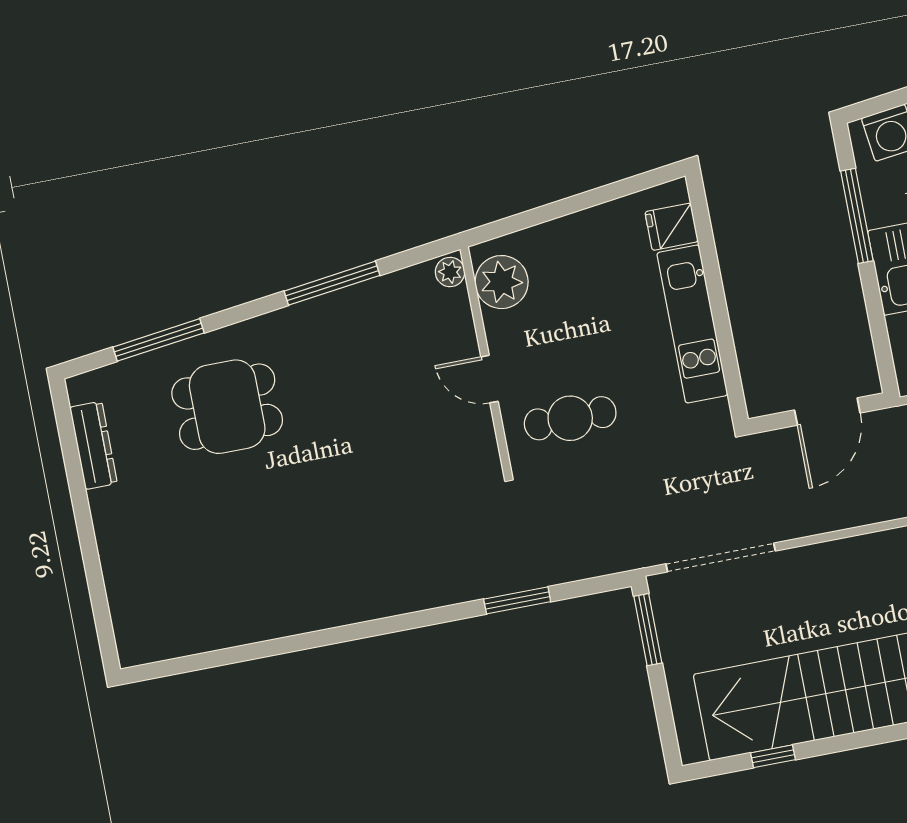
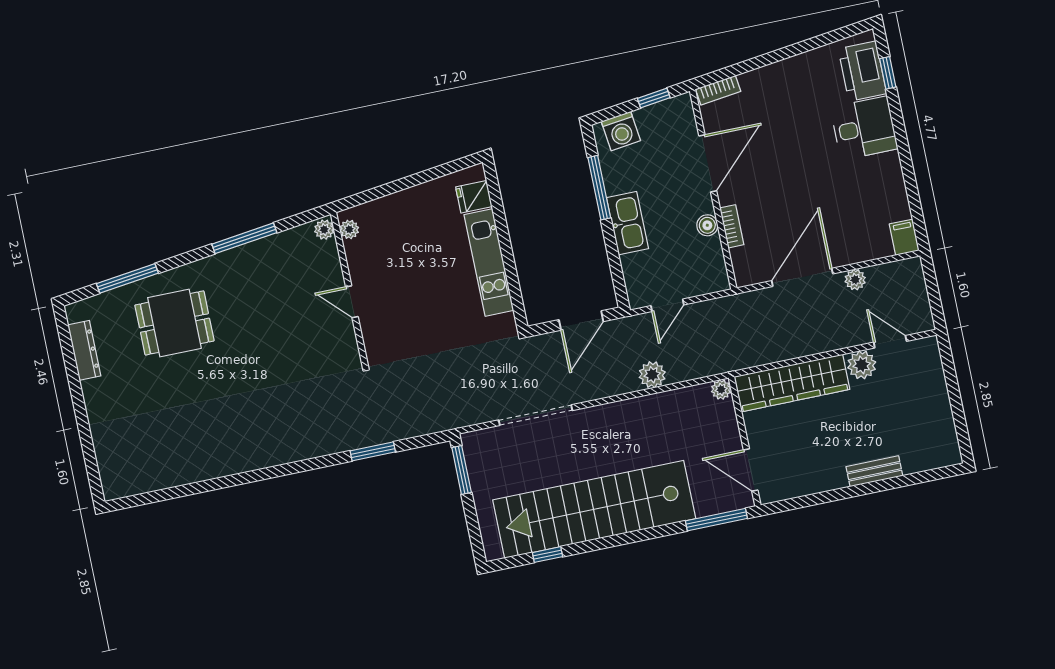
plant: (502, 282) -> (349, 229), width x0.53, depth x0.53
cafe table: (570, 418) -> (407, 328), removed
doorway: (721, 557) -> (535, 415), moved

